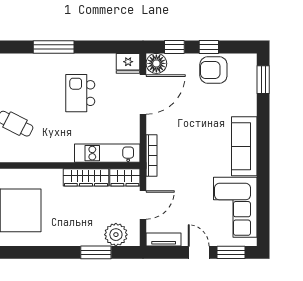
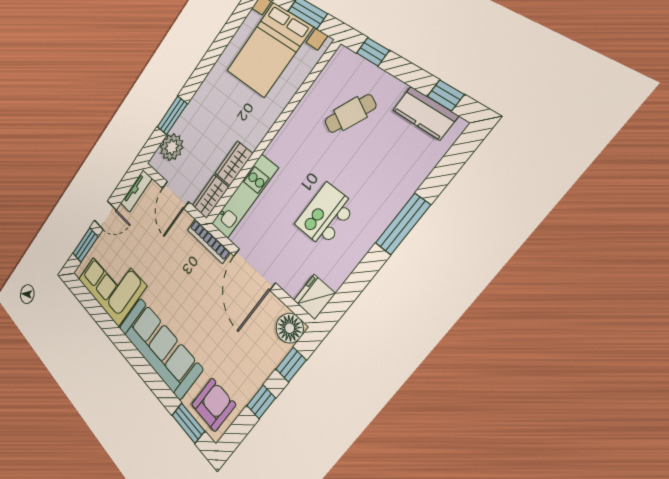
armchair: (213, 70) -> (213, 405), moved
kitchen island: (80, 93) -> (325, 215), turned -90
door: (143, 95) -> (254, 269), moved
sofa: (244, 146) -> (160, 348), width x1.36, depth x1.27
wardrobe: (86, 177) -> (234, 163), width x0.67

